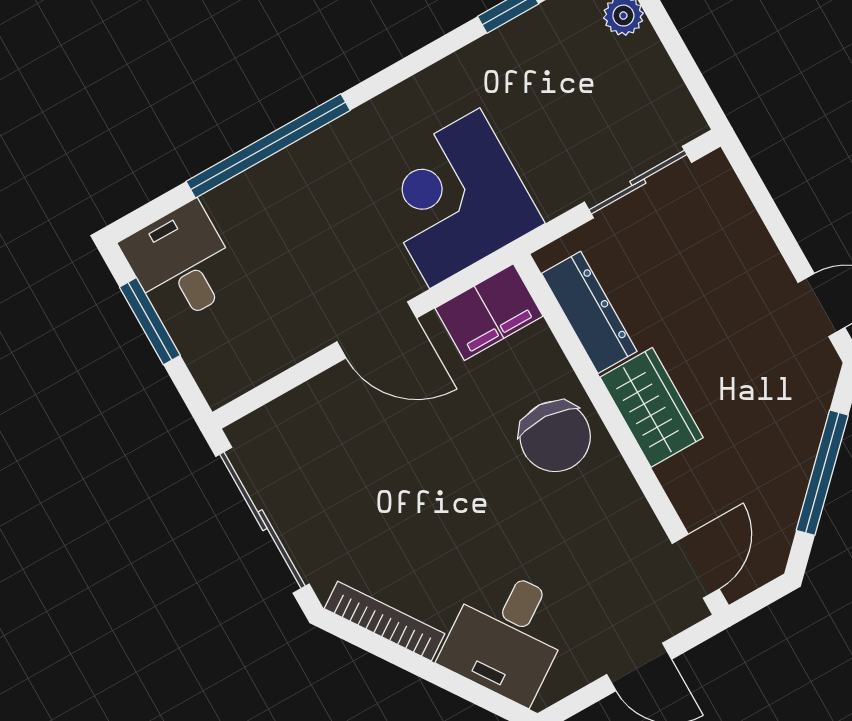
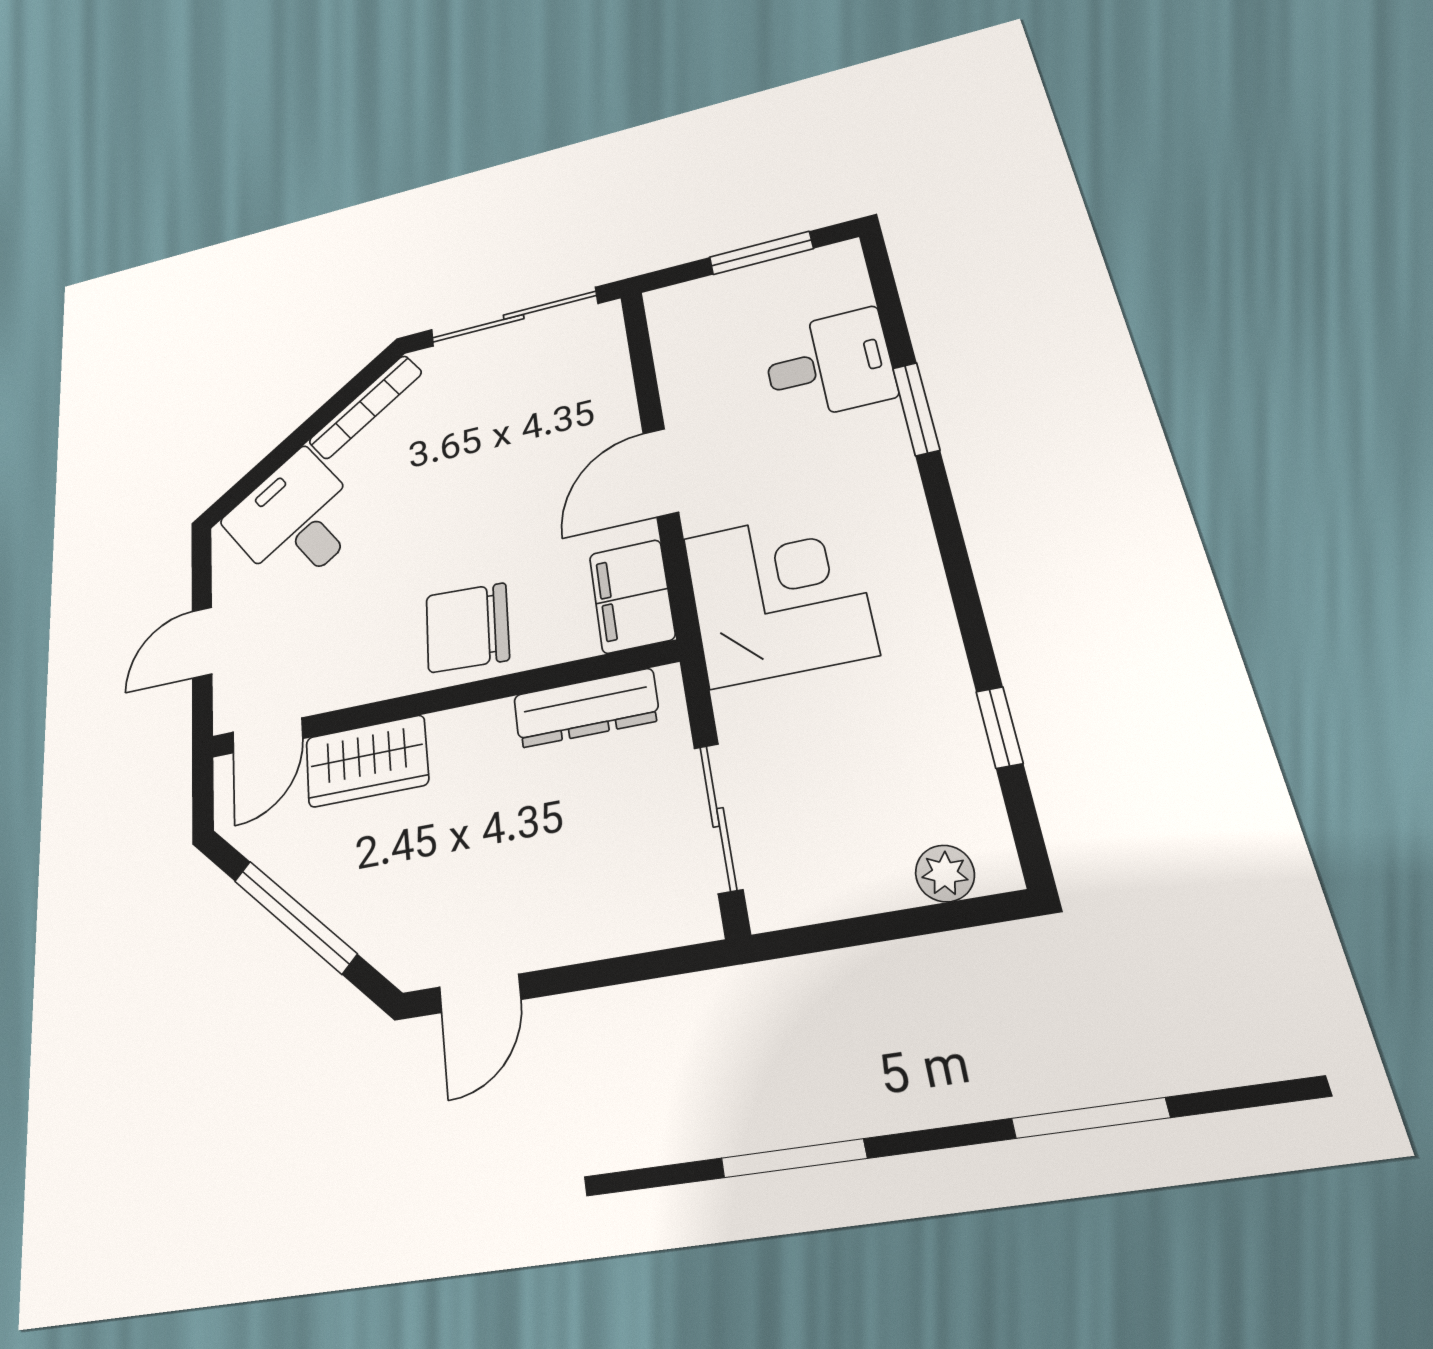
window: (268, 146) -> (916, 409), width x0.47
desk: (182, 263) -> (829, 365), moved
wardrobe: (652, 407) -> (367, 761), moved
door: (696, 566) -> (268, 735), hinge flipped

